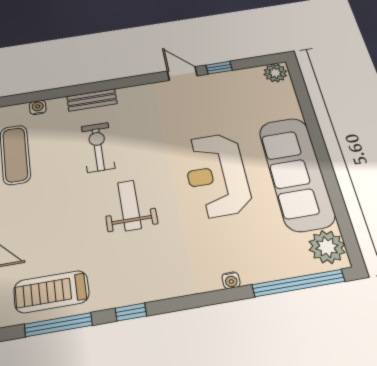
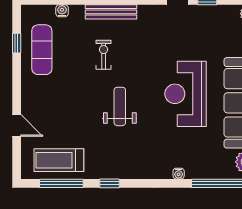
bench: (92, 100) -> (111, 12), width x1.36
exercise bike: (98, 147) -> (104, 55), width x0.73, depth x0.72

